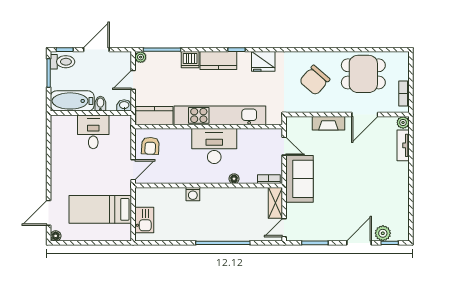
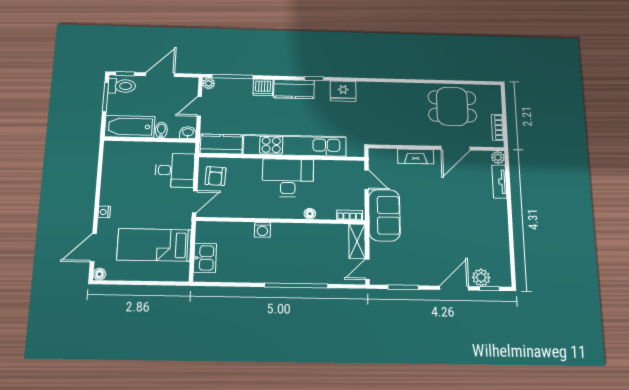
chair: (315, 80) -> (399, 112), removed
desk: (93, 132) -> (175, 170), moved, turned 90
nightstand: (55, 181) -> (104, 212), added

